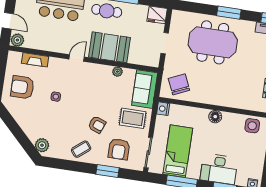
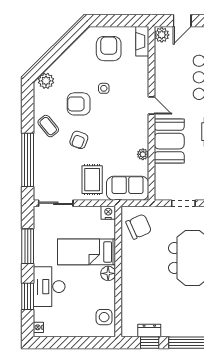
fireplace: (35, 60) -> (142, 41), moved
armchair: (119, 149) -> (79, 104), moved
bed: (178, 151) -> (87, 252), moved, turned 180
window: (108, 171) -> (28, 160), width x2.11

